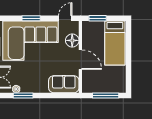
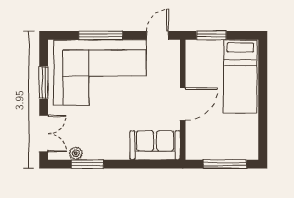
window: (31, 18) -> (101, 35), width x1.44
floor lamp: (72, 40) -> (169, 72), removed
door: (80, 60) -> (183, 104), hinge flipped

